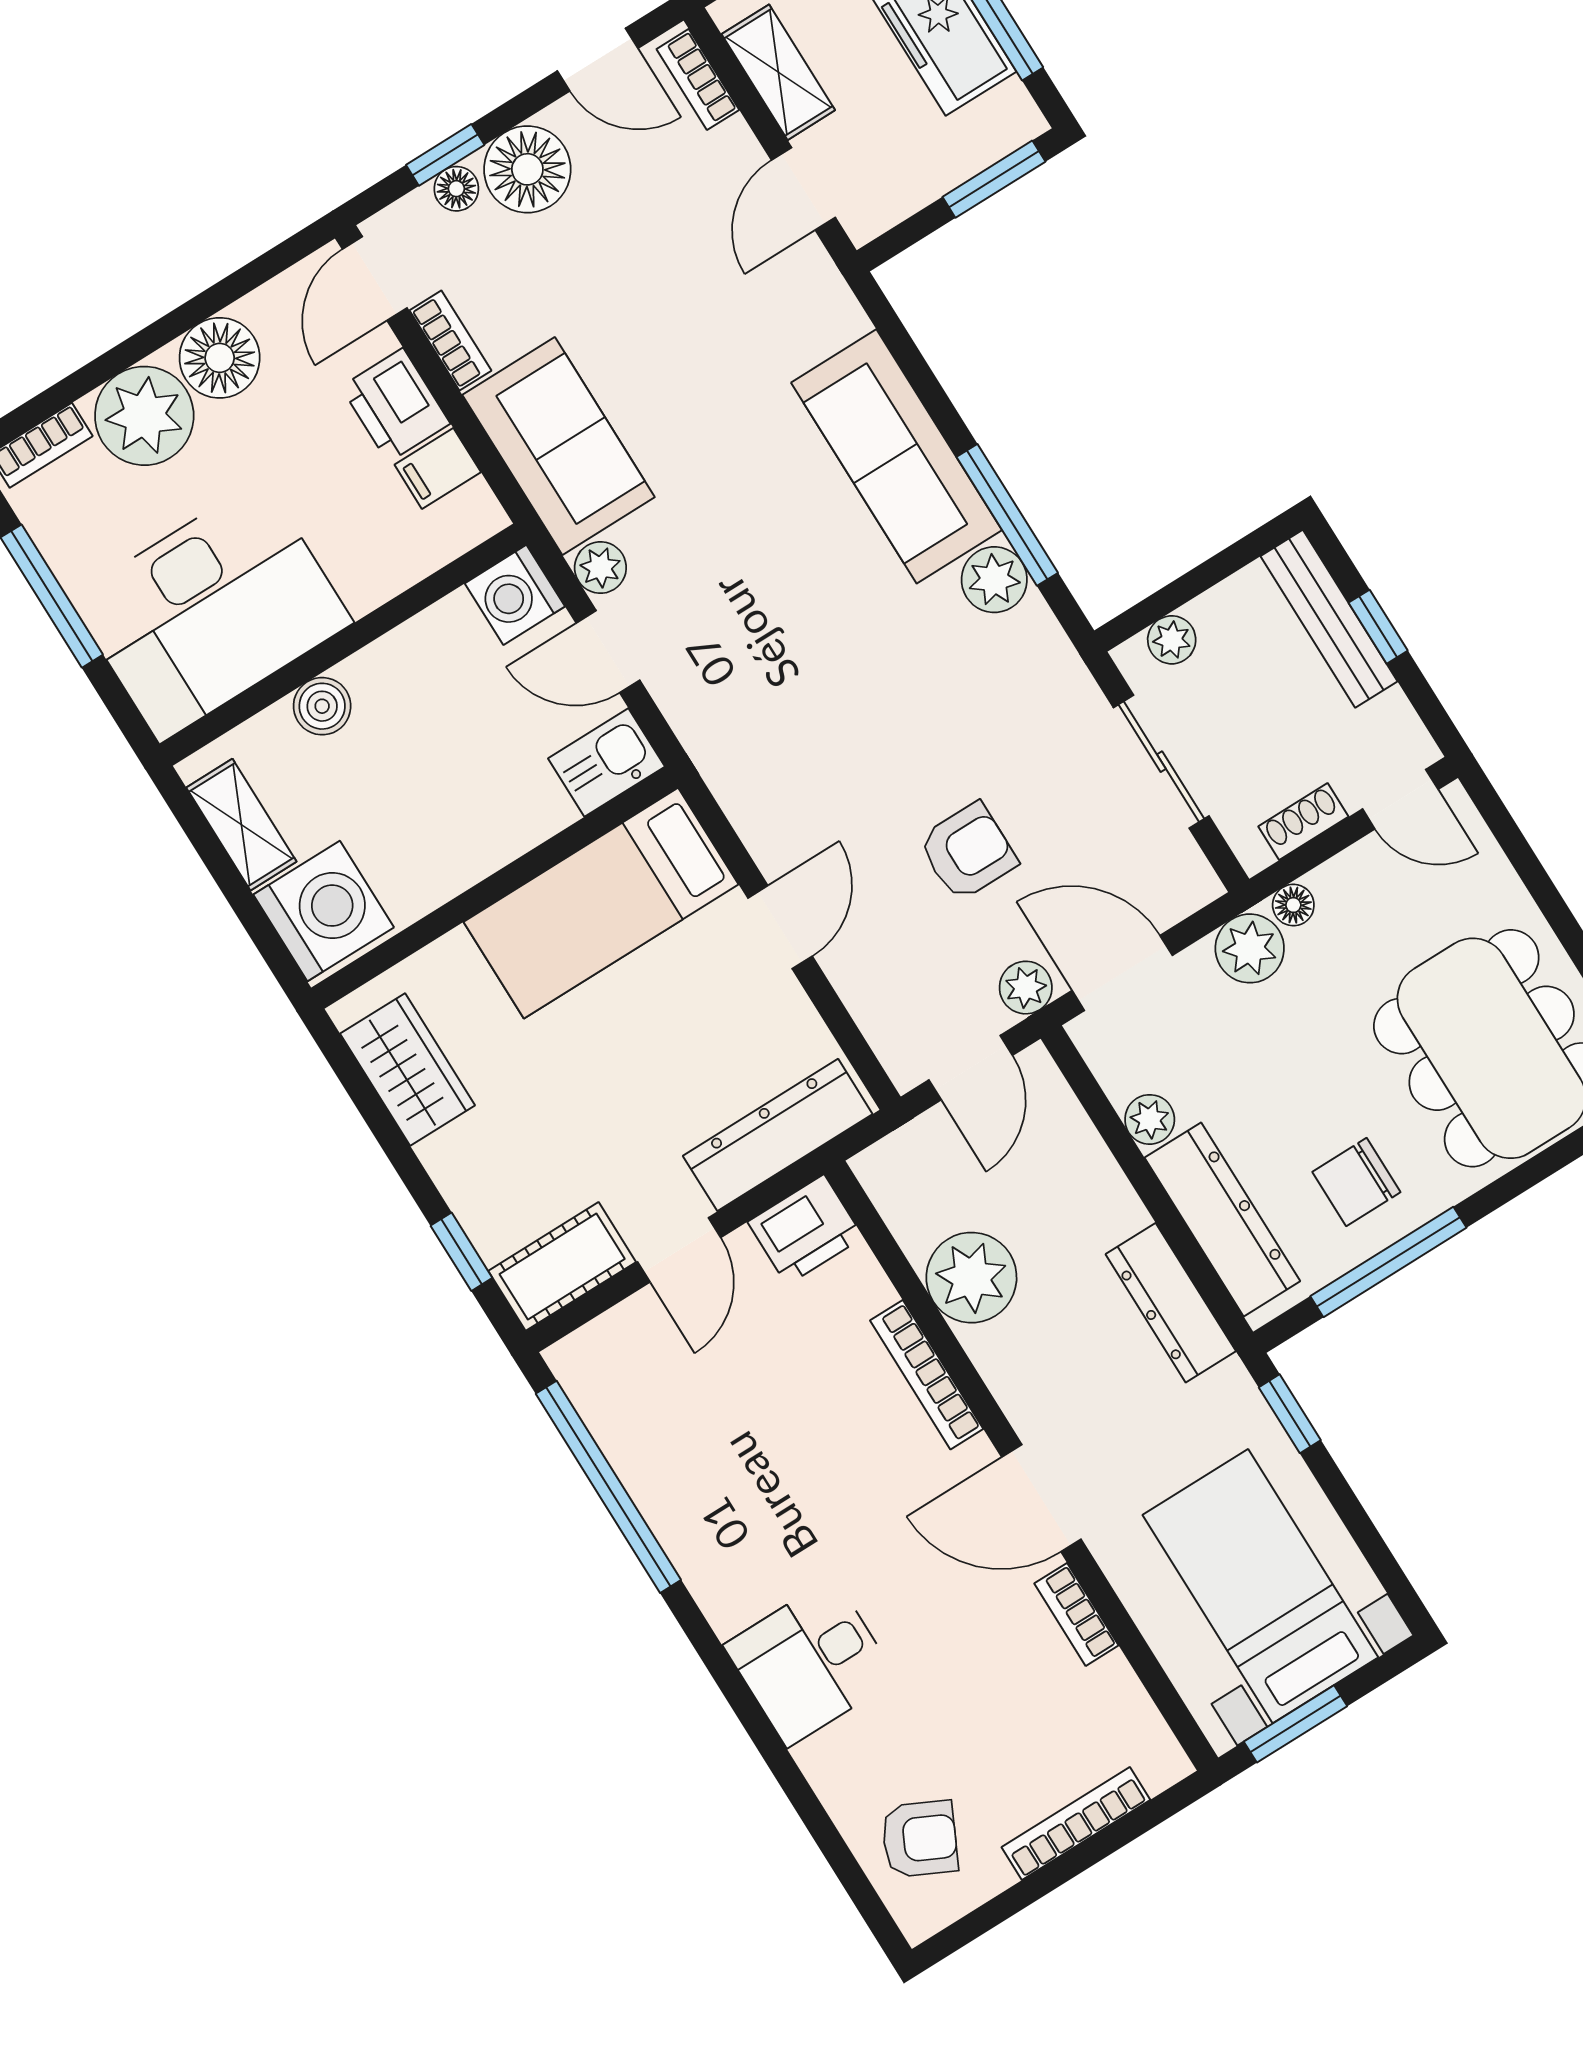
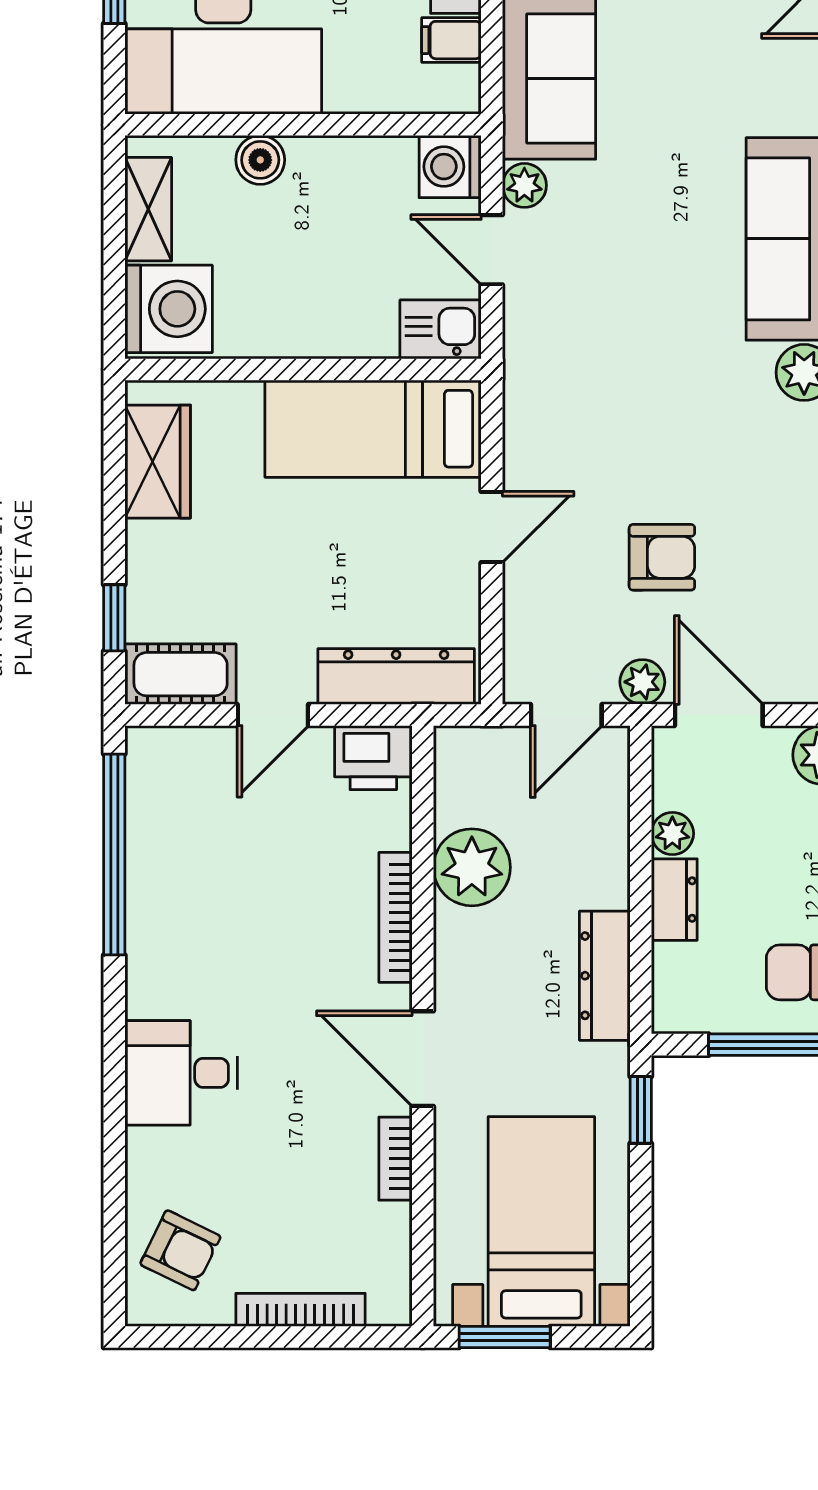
dresser: (1222, 1219) -> (674, 900), width x0.51, depth x0.80

